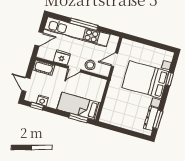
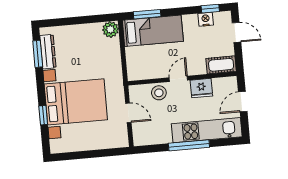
kitchen unit: (77, 32) -> (207, 130), width x0.73
door: (114, 60) -> (128, 113), hinge flipped
plant: (106, 117) -> (110, 29), added

